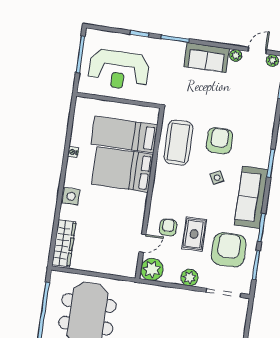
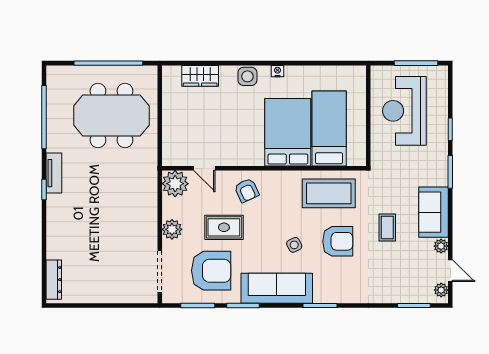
coffee table: (214, 98) -> (387, 227), added
nightstand: (73, 152) -> (277, 71), moved
armchair: (168, 227) -> (247, 190), moved, turned 65
wardrobe: (64, 243) -> (200, 76), width x0.67

